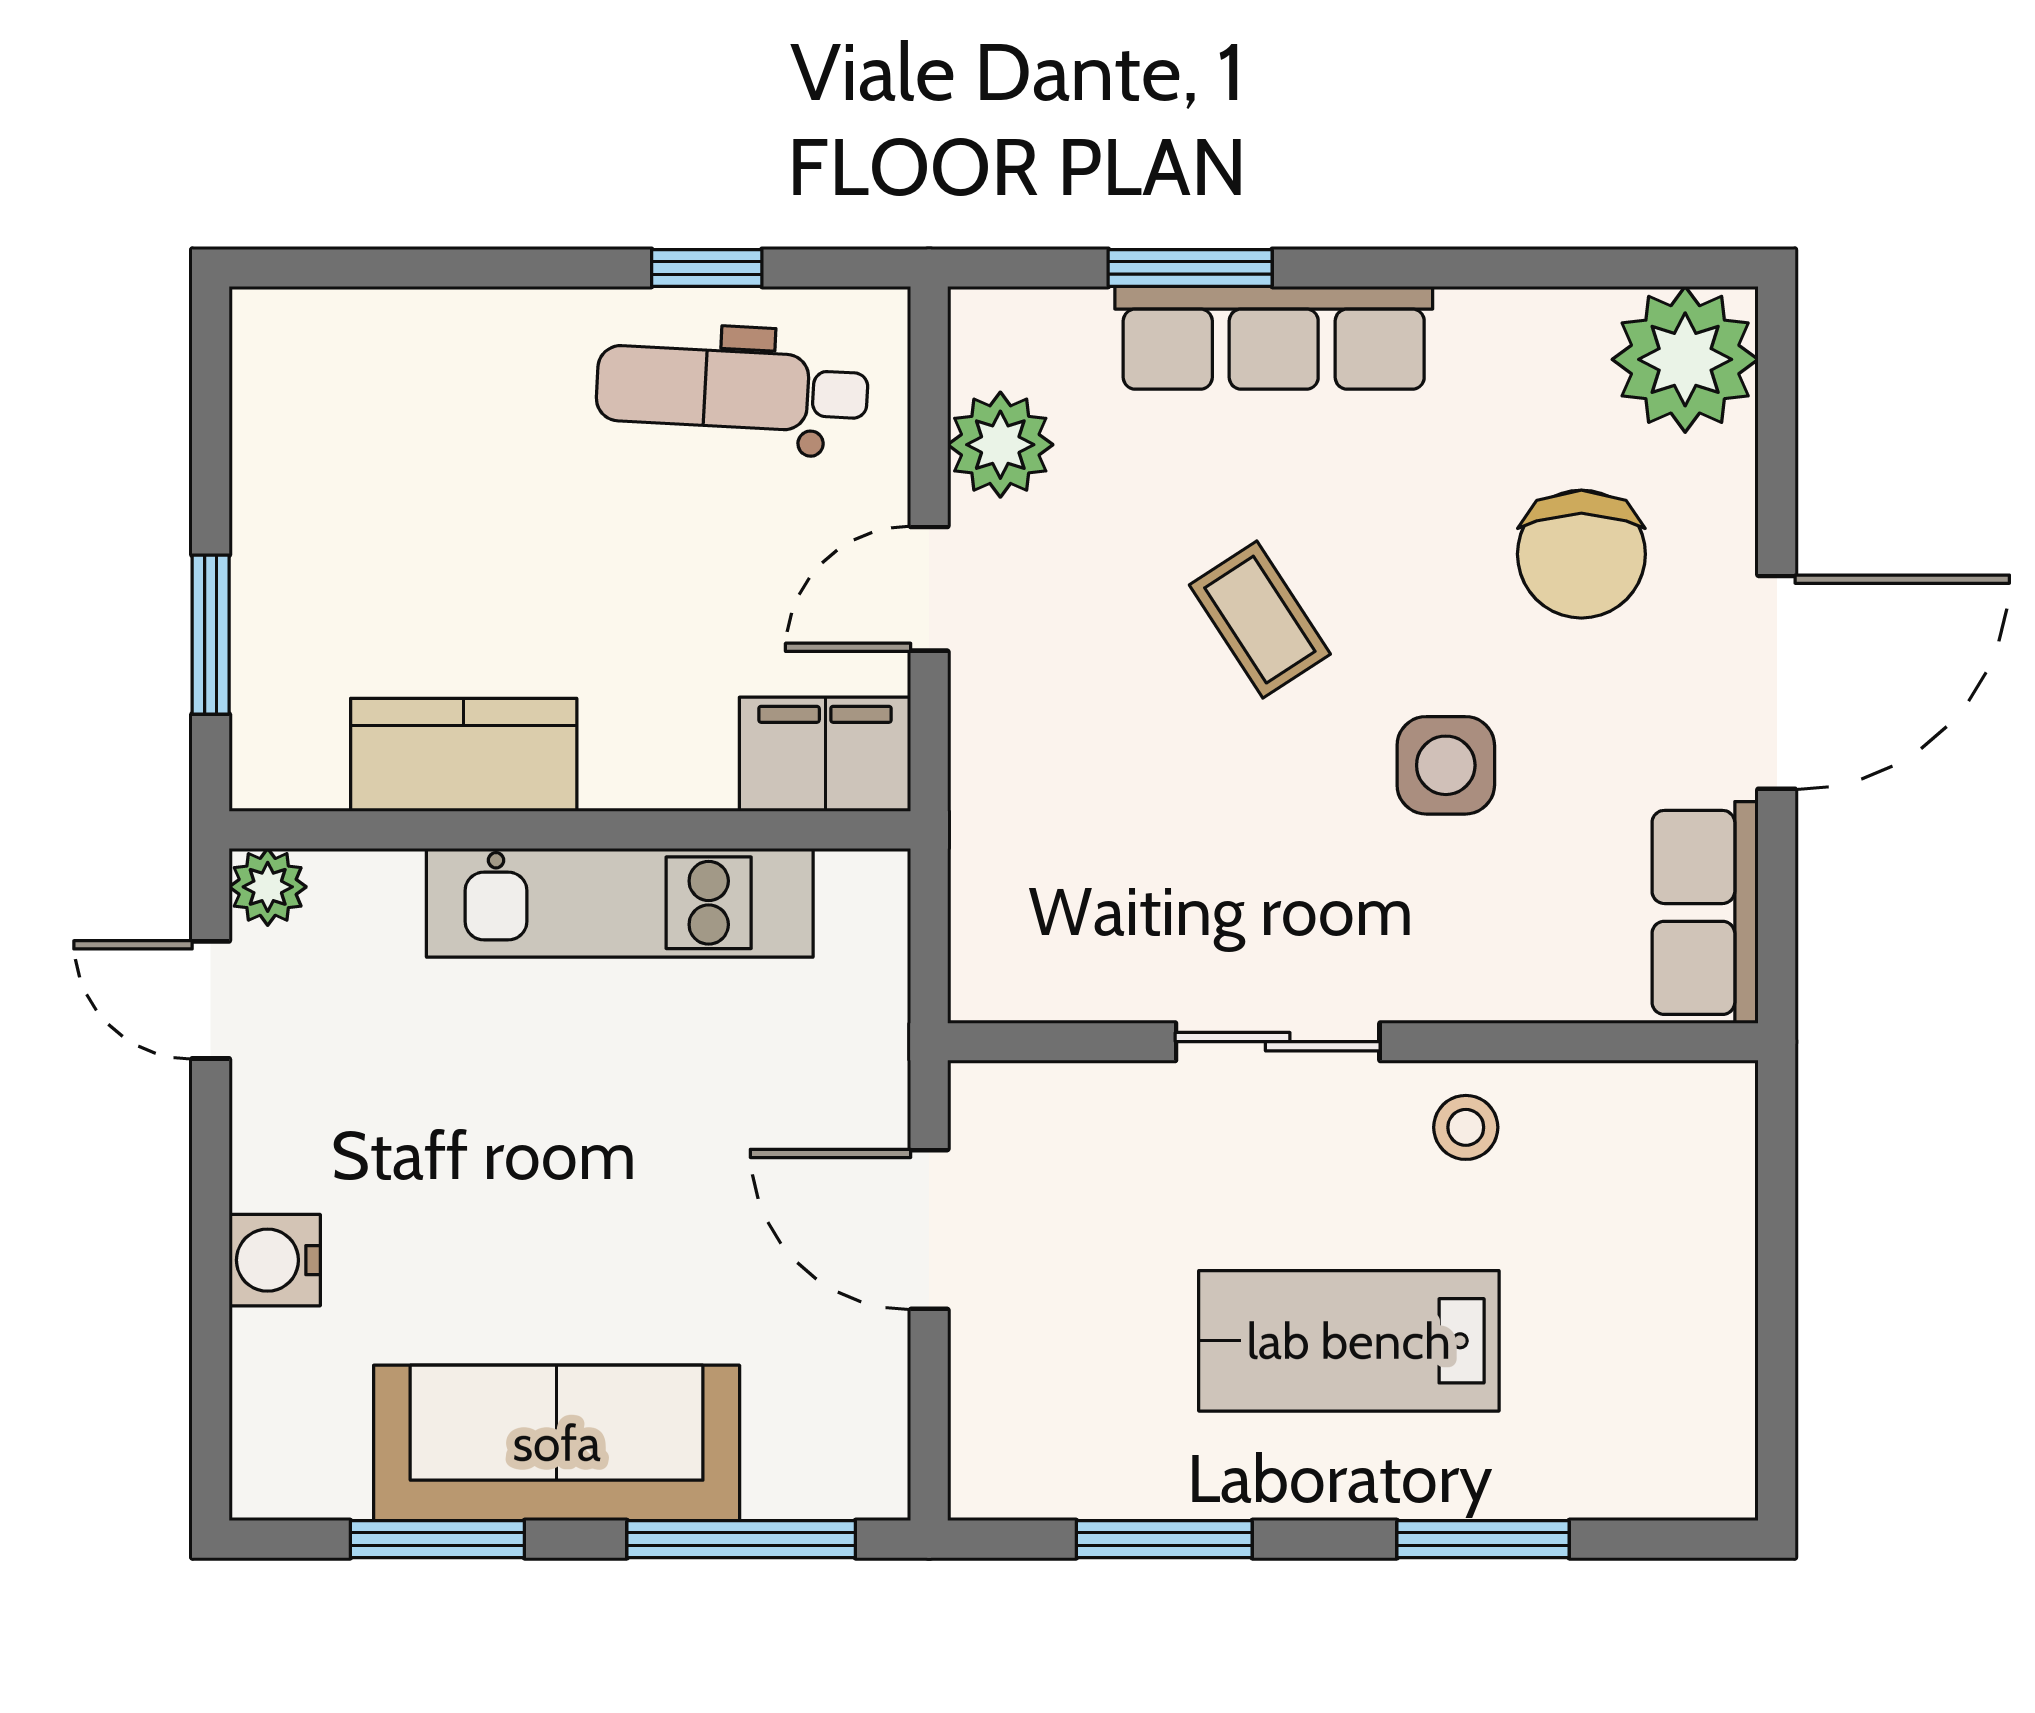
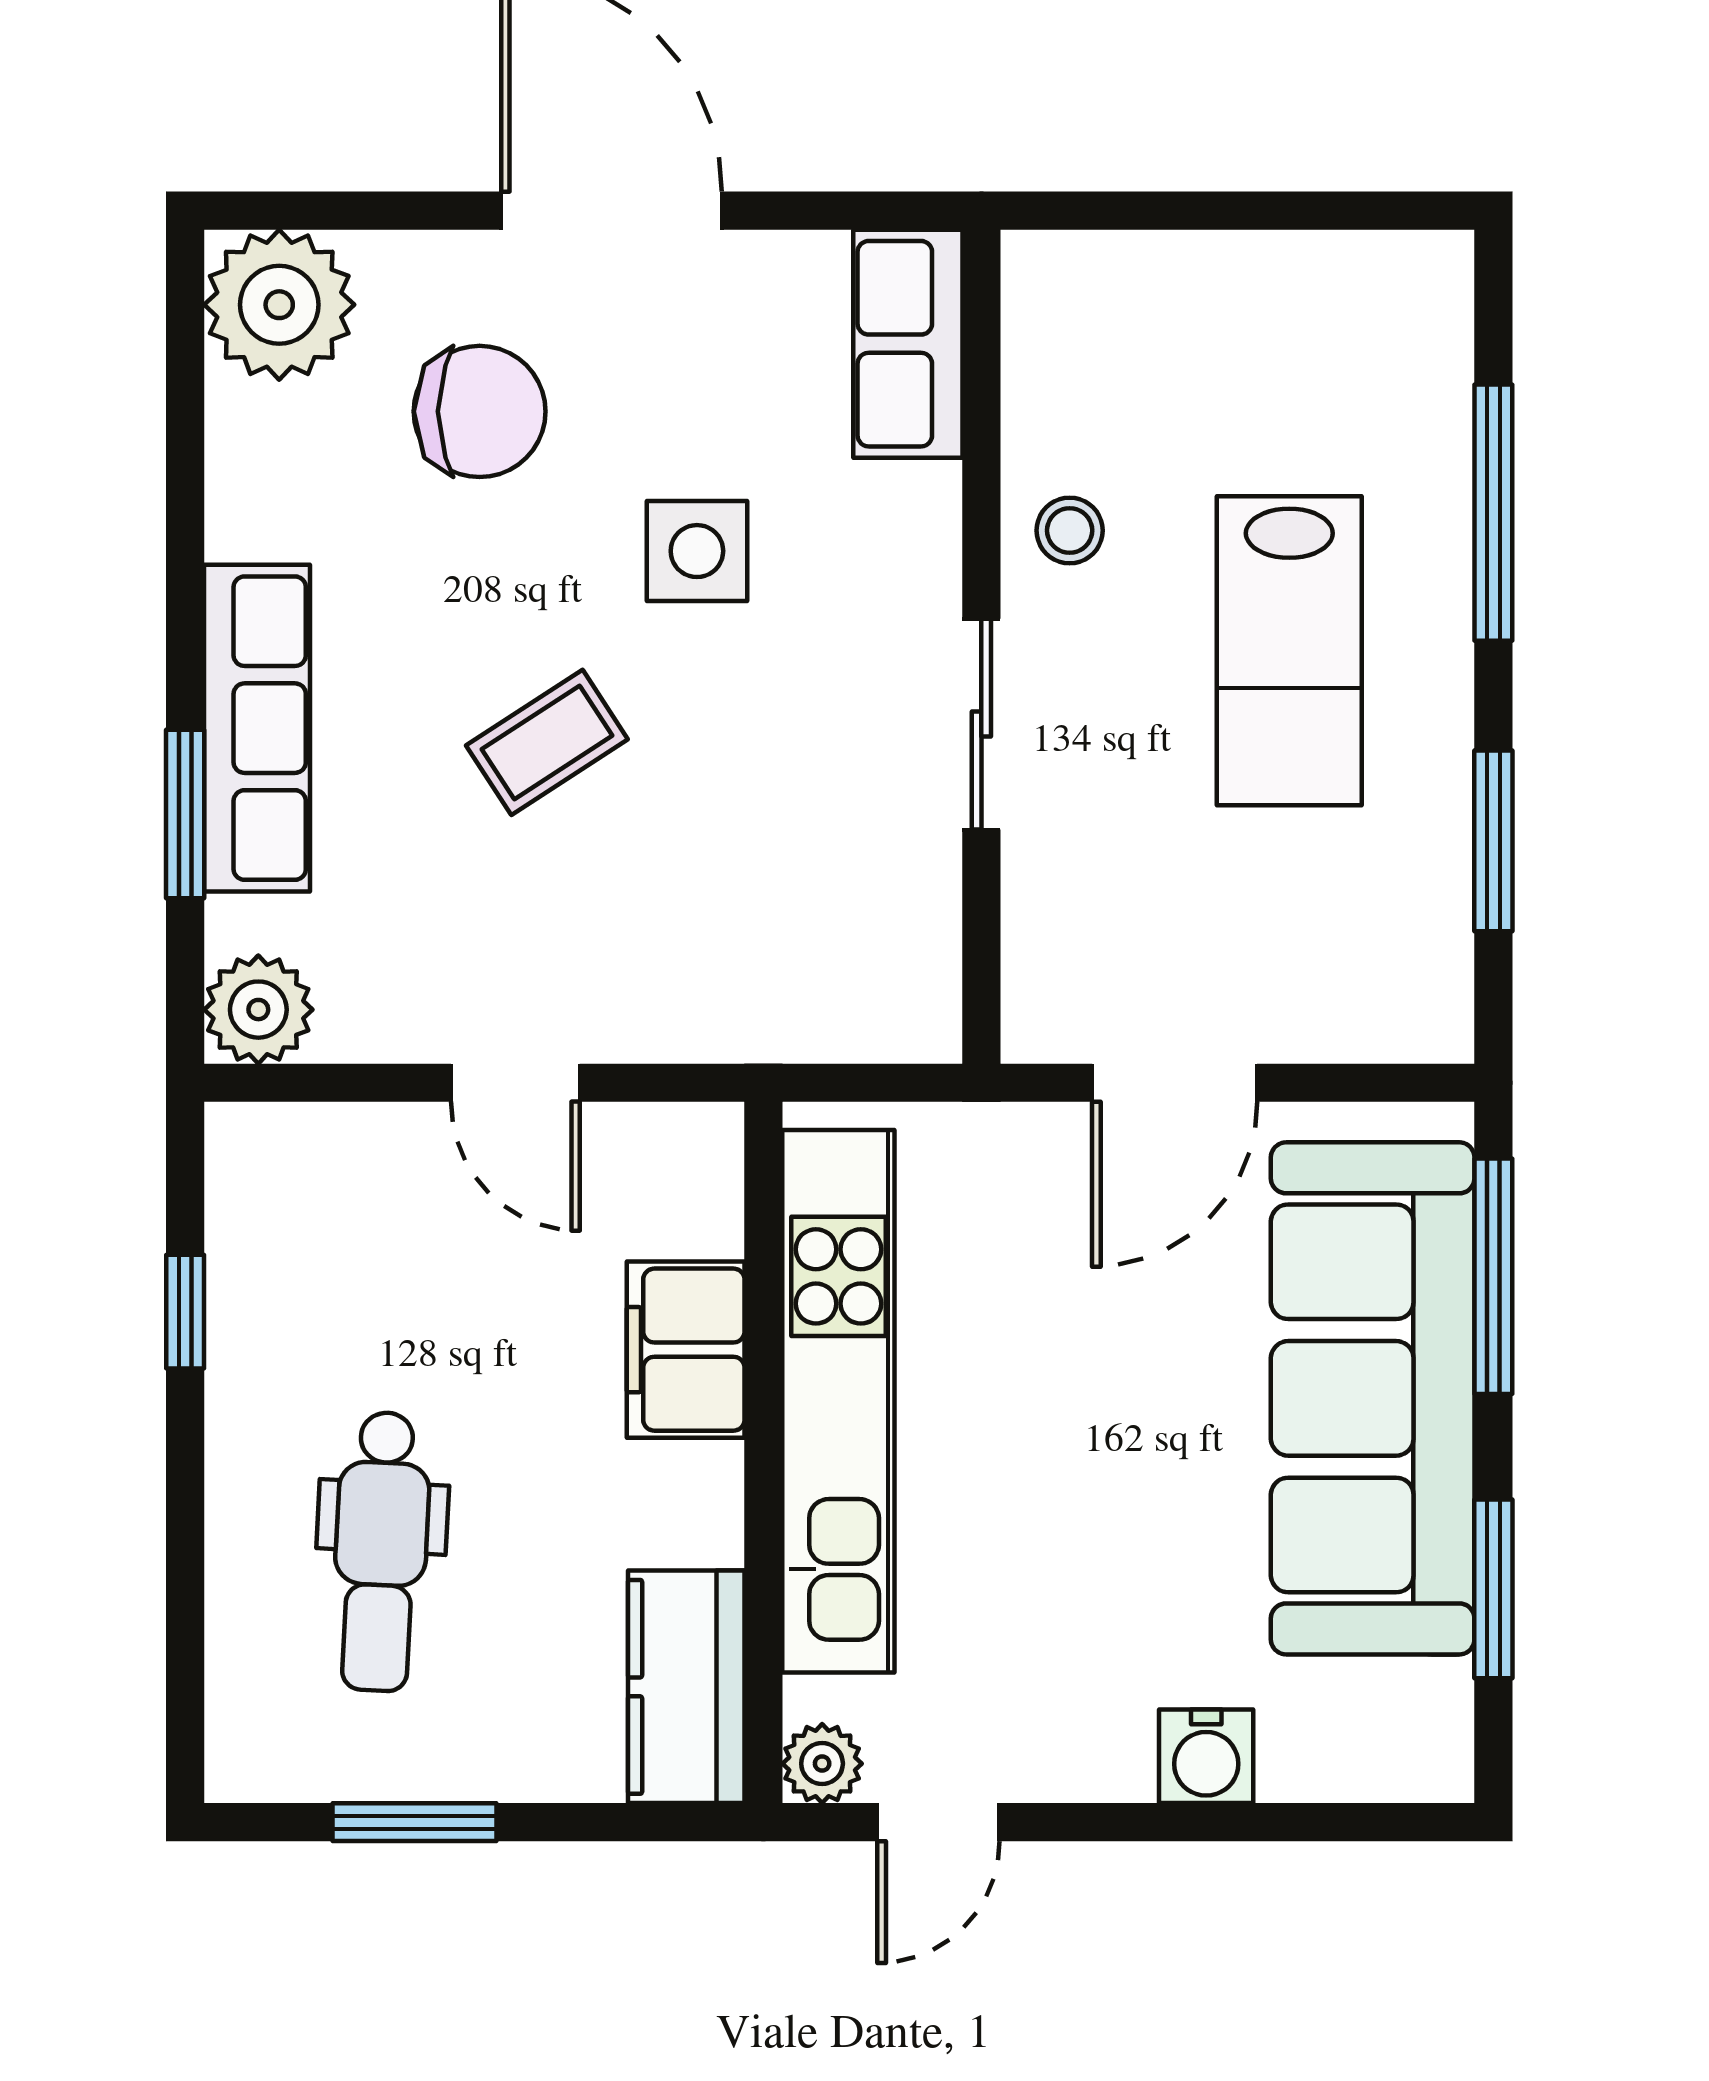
dental chair: (732, 389) -> (381, 1552), moved
plant: (1000, 445) -> (258, 1010), moved
window: (211, 635) -> (415, 1822), moved
filing cabinet: (825, 754) -> (686, 1350), moved
kitchen counter: (464, 755) -> (686, 1687), moved
kitchen unit: (620, 903) -> (838, 1401), width x1.36
row of seats: (1705, 912) -> (908, 344), moved, turned 90
sofa: (557, 1443) -> (1373, 1398), width x1.36, depth x1.27
window: (1483, 1539) -> (1493, 513), width x1.44

